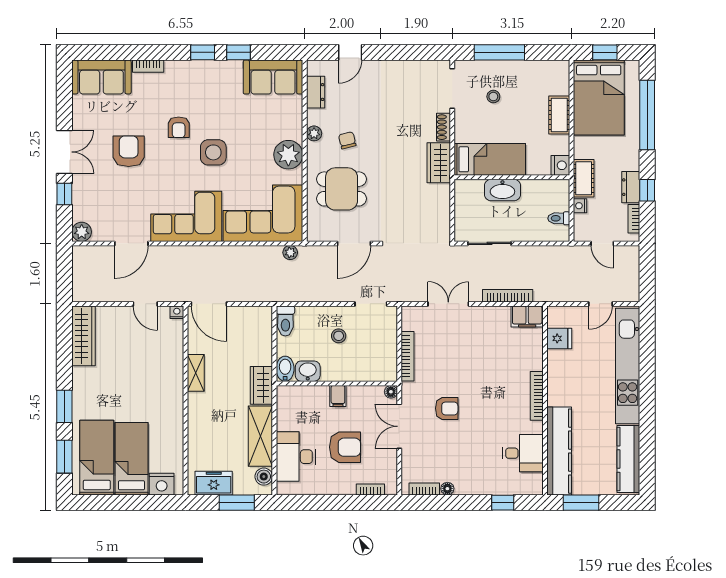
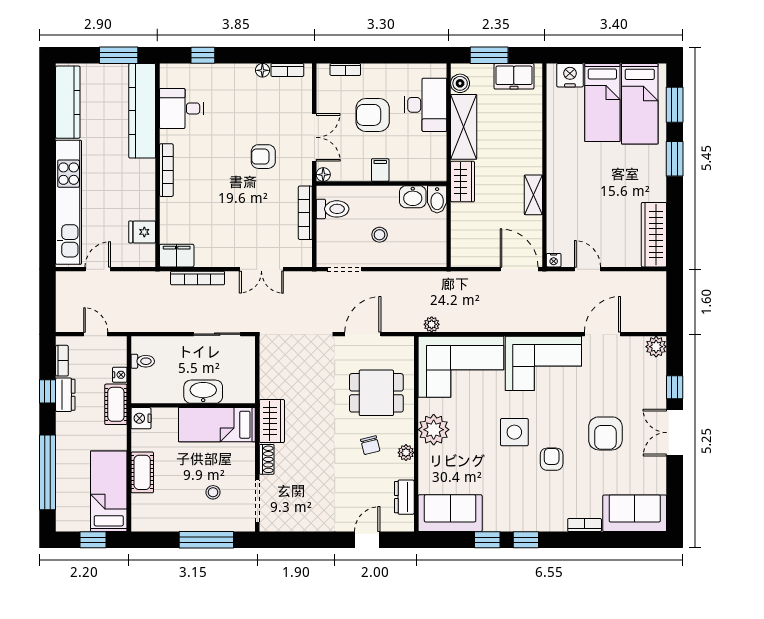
bed: (599, 97) -> (109, 491), width x0.67
toilet: (285, 321) -> (333, 209), moved, turned 90

